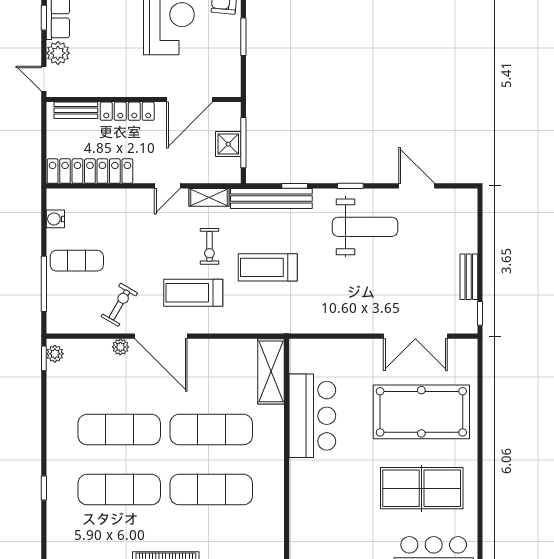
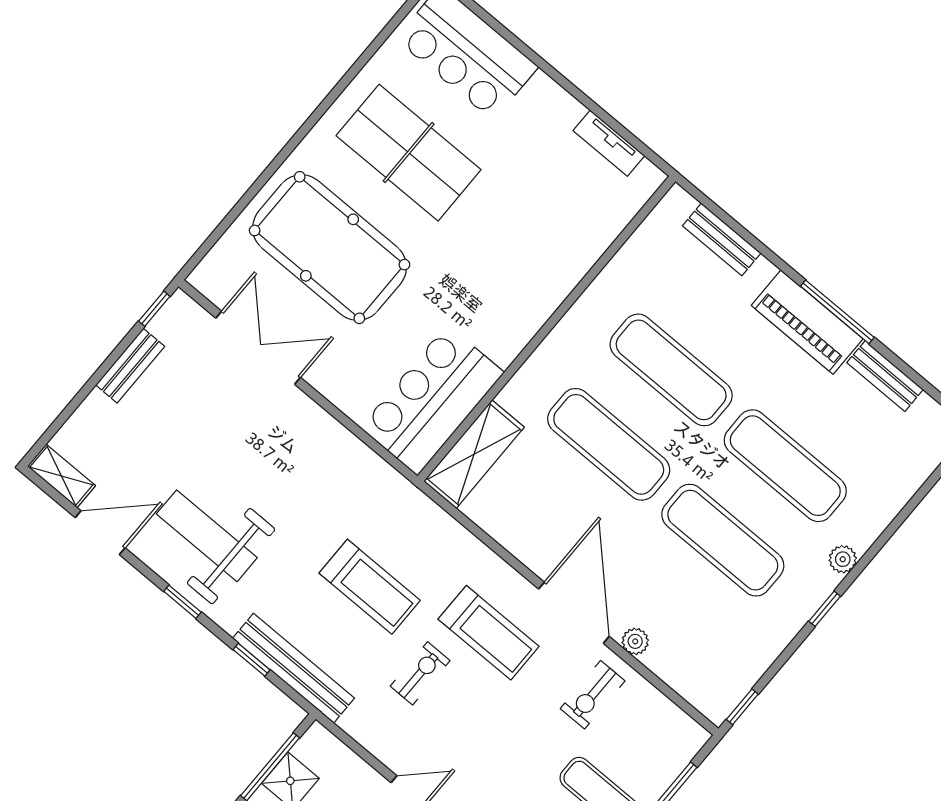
door: (417, 186) -> (100, 533), swing flipped
shelving: (209, 197) -> (61, 476), moved
exercise bike: (119, 305) -> (593, 695), turned -30
plant: (55, 354) -> (843, 559), moved
bar counter: (312, 416) -> (432, 400), moved
window: (44, 488) -> (825, 609), moved

